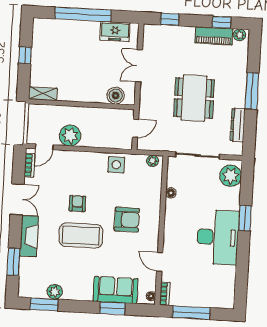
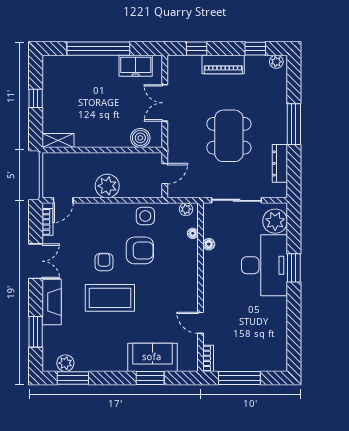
piano: (214, 36) -> (223, 64), moved
plant: (70, 136) -> (107, 186), moved
armchair: (127, 220) -> (140, 250), moved
desk: (218, 237) -> (264, 265), moved
plant: (55, 292) -> (65, 363), moved
floor lamp: (151, 296) -> (193, 233), moved

